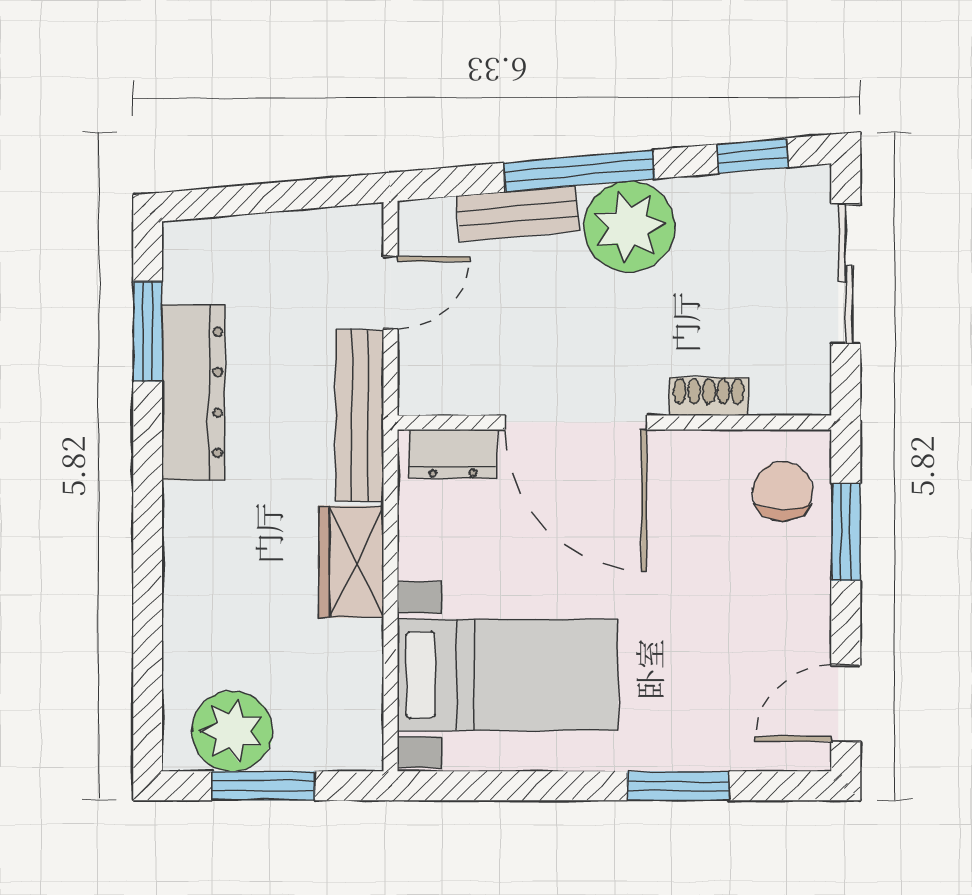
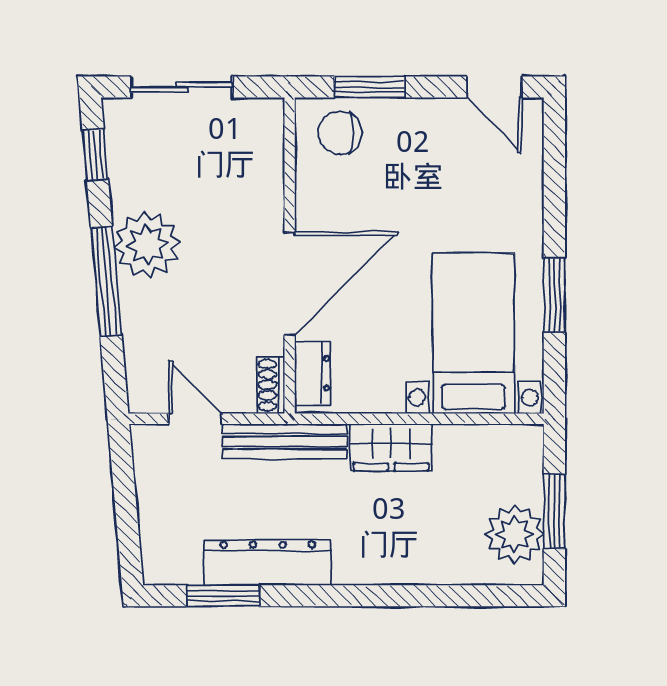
bench: (518, 213) -> (137, 326), removed
shoe rack: (709, 396) -> (271, 385), moved
window: (678, 786) -> (554, 295), moved

